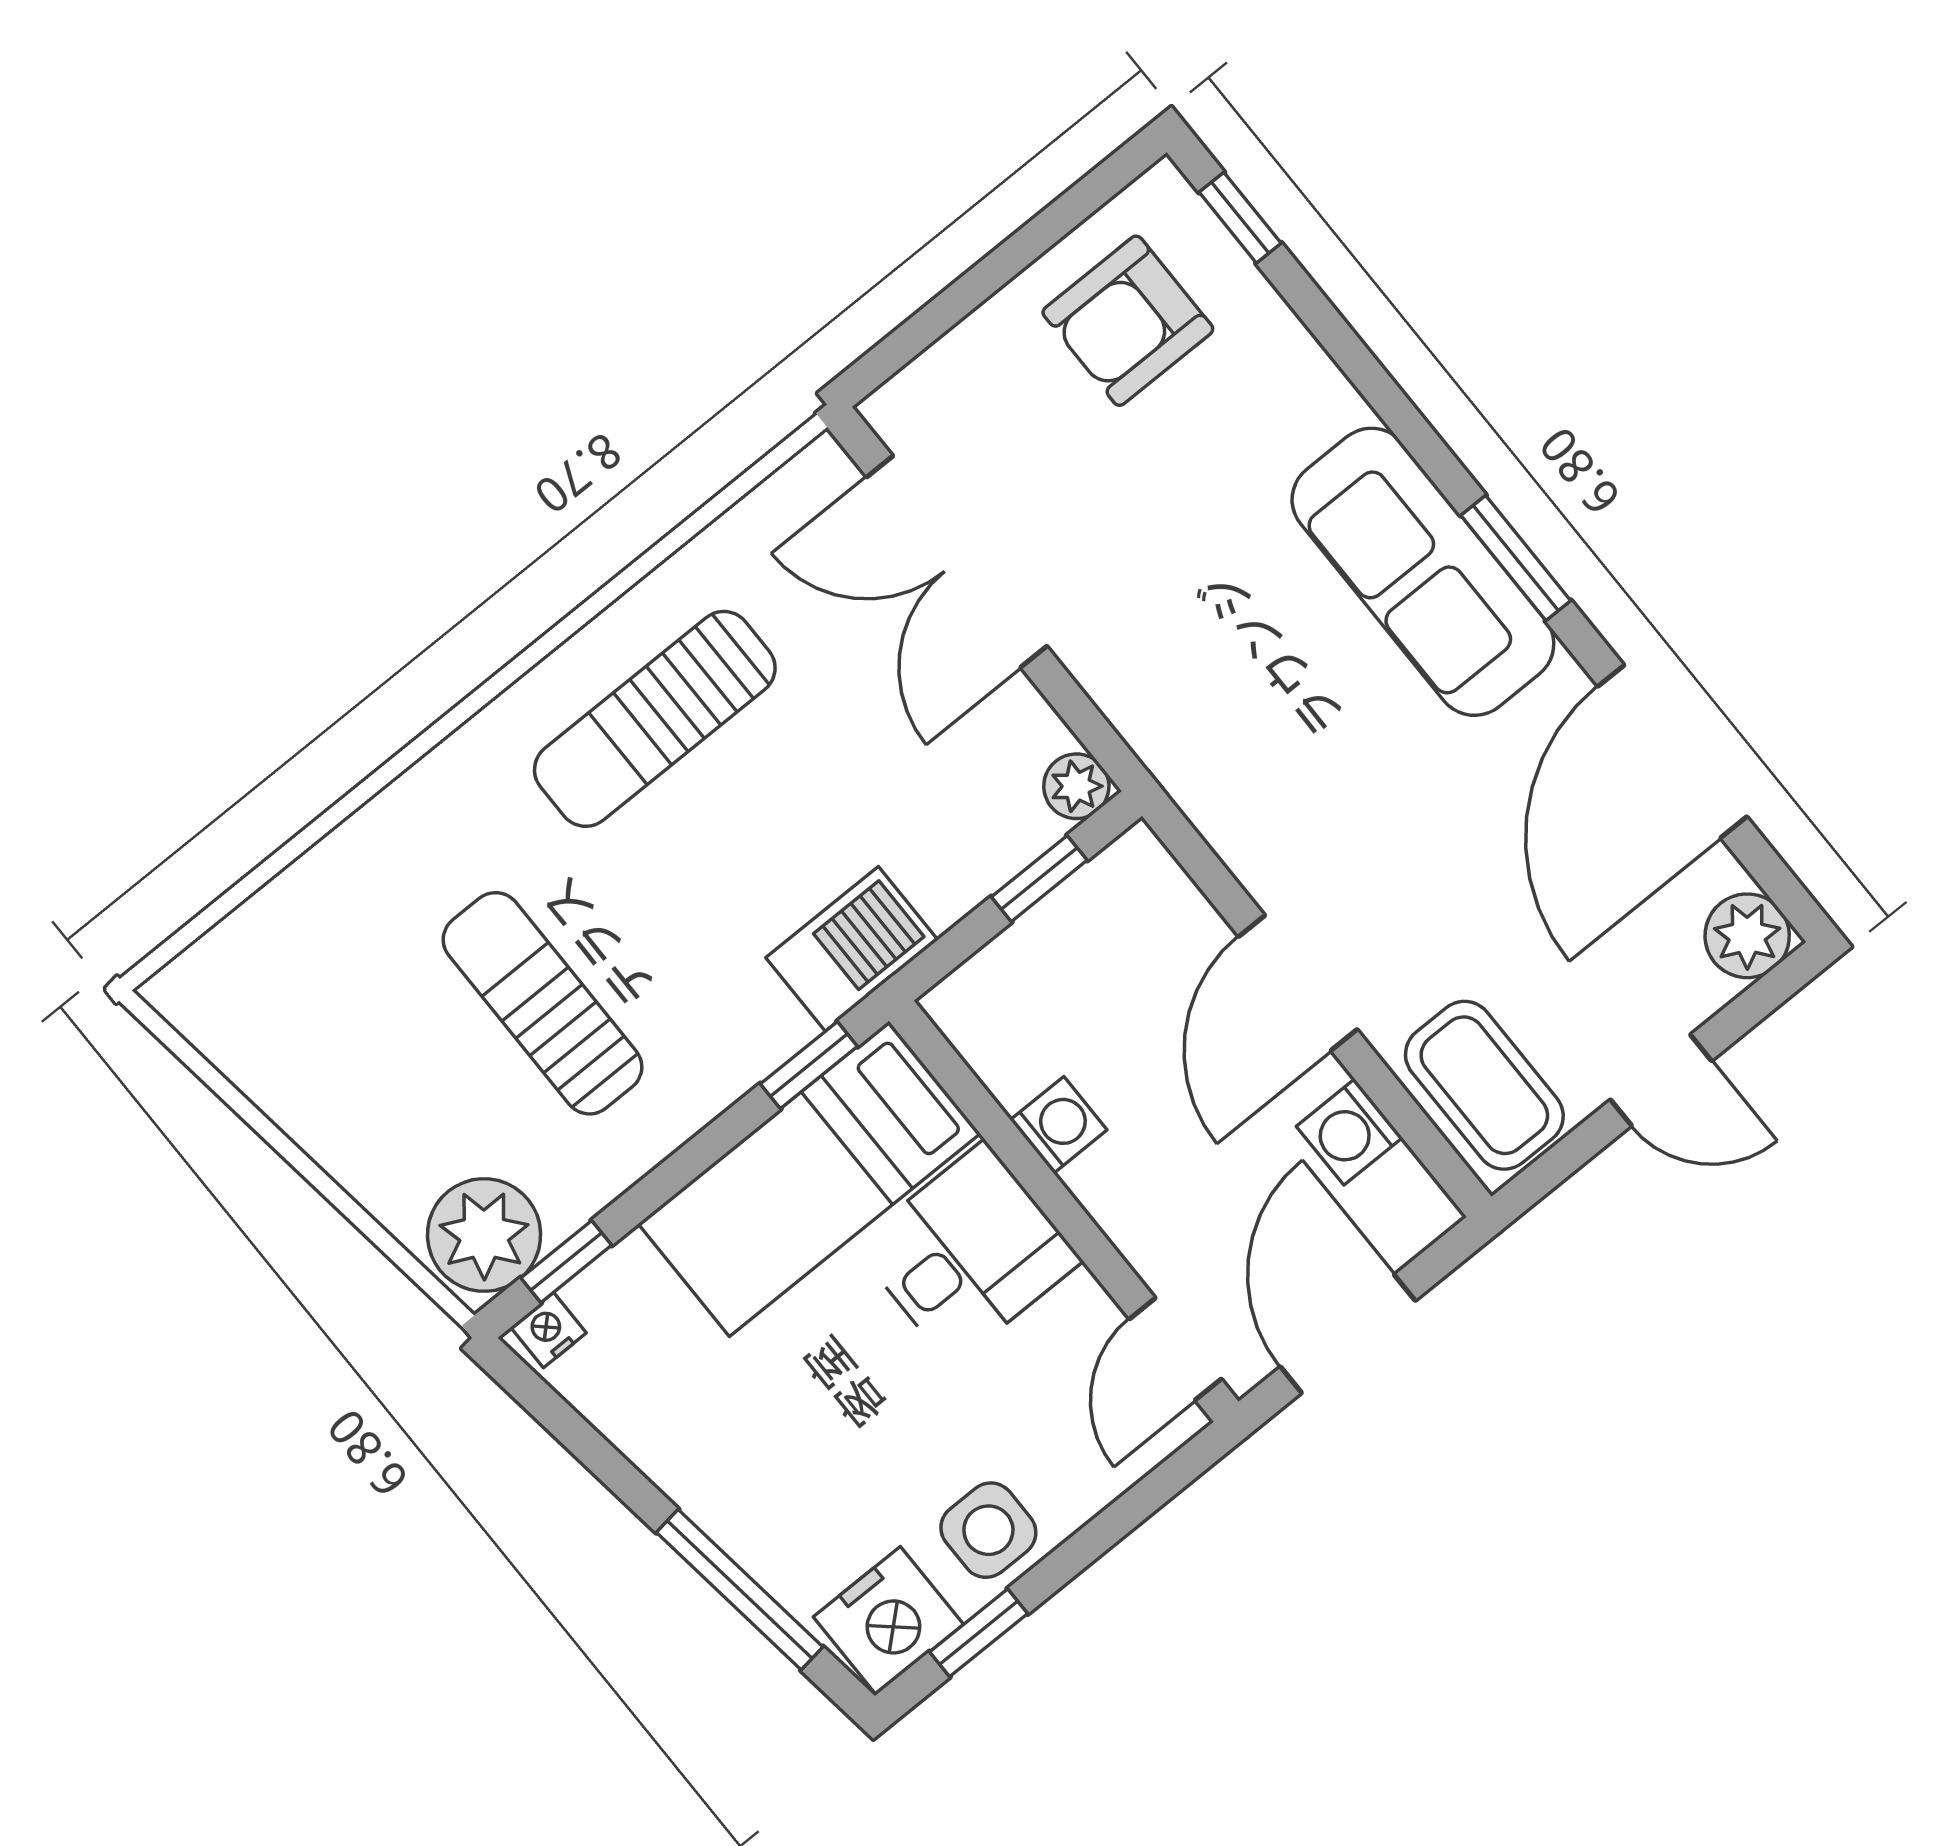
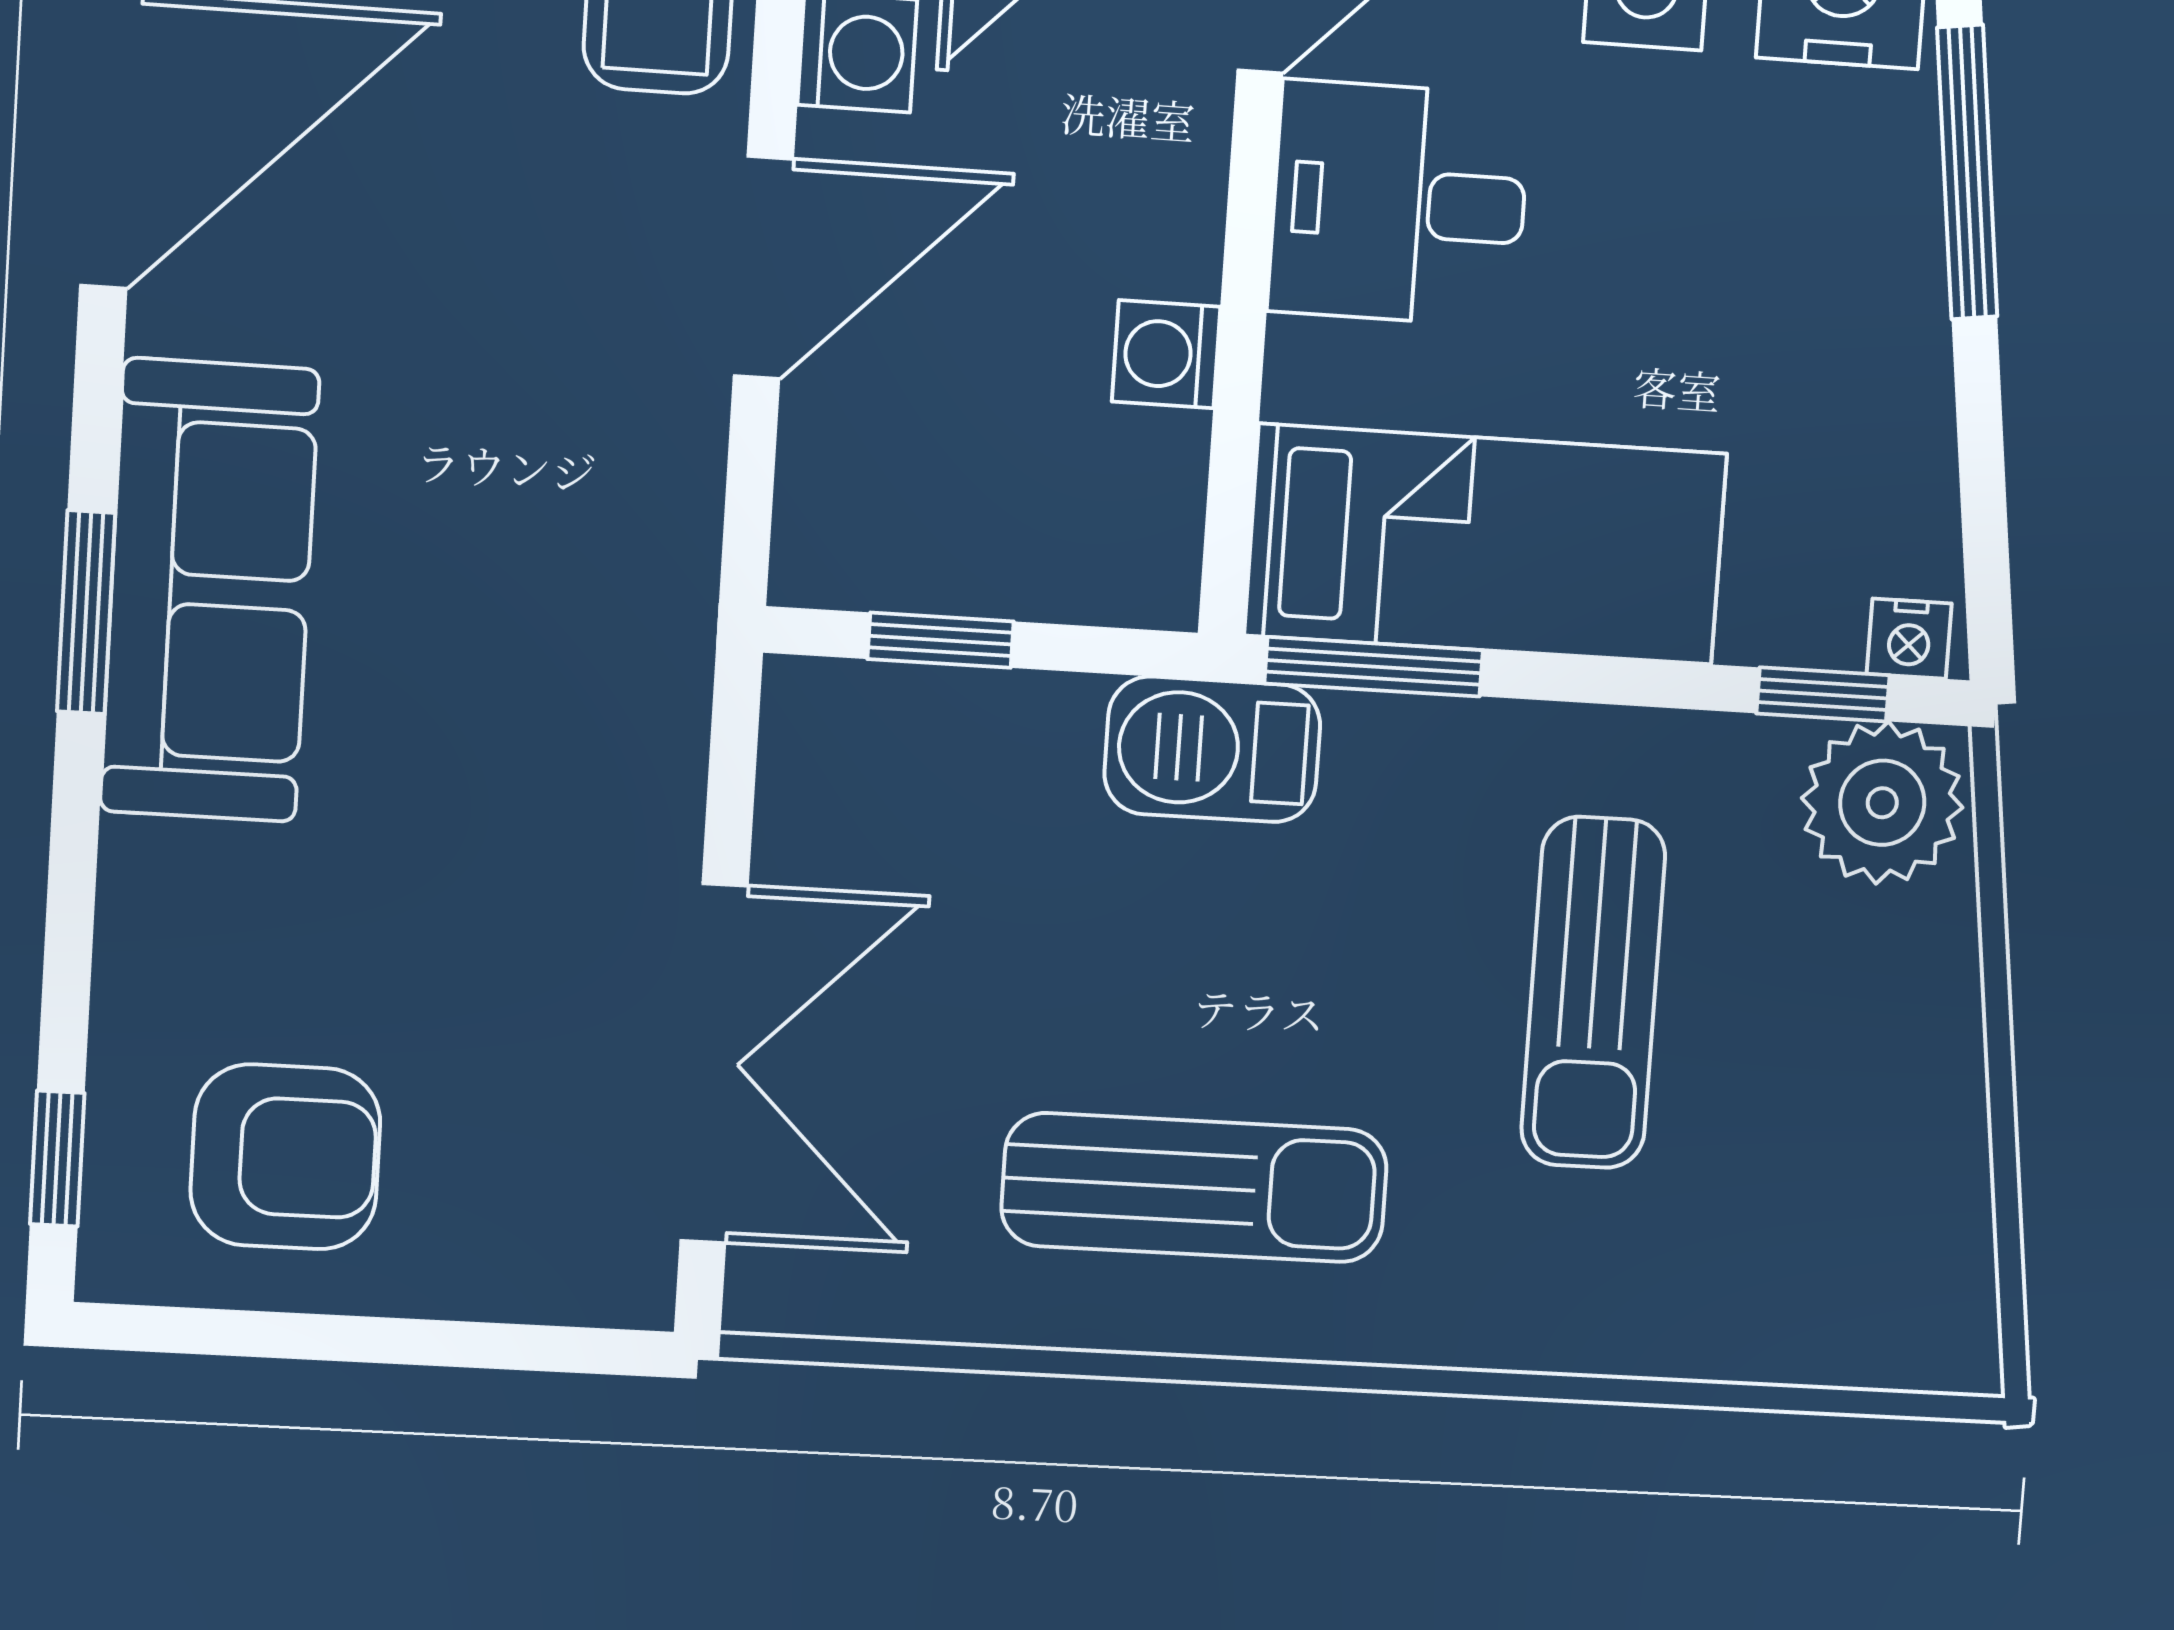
window: (1516, 558) -> (86, 612), moved
plant: (1076, 786) -> (808, 703), removed
window: (809, 1065) -> (1374, 667), width x1.50
desk: (968, 1253) -> (1399, 203), moved

